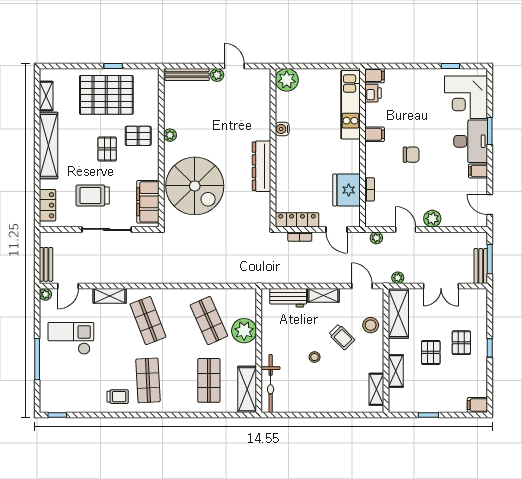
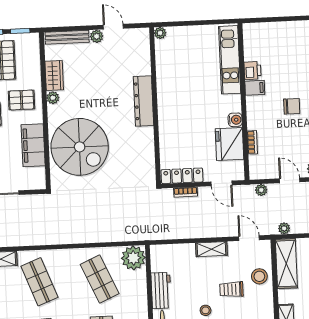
window: (140, 66) -> (20, 31), added
filing cabinet: (375, 76) -> (252, 30), removed
plant: (287, 80) -> (160, 33), width x0.53, depth x0.53
printer: (373, 93) -> (252, 71), moved
wardrobe: (172, 113) -> (54, 75), added
water cooler: (282, 129) -> (235, 120), moved, turned 180
dresser: (262, 166) -> (144, 101), moved
filing cabinet: (148, 202) -> (33, 145), moved
workbench: (288, 298) -> (161, 291), moved, turned -90
plant: (244, 331) -> (133, 258), moved
trolley: (342, 337) -> (231, 289), turned 135

